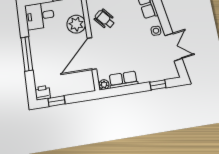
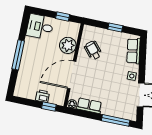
window: (158, 85) -> (116, 120), width x2.17
printer: (43, 93) -> (42, 96), moved
window: (56, 101) -> (49, 106), moved

